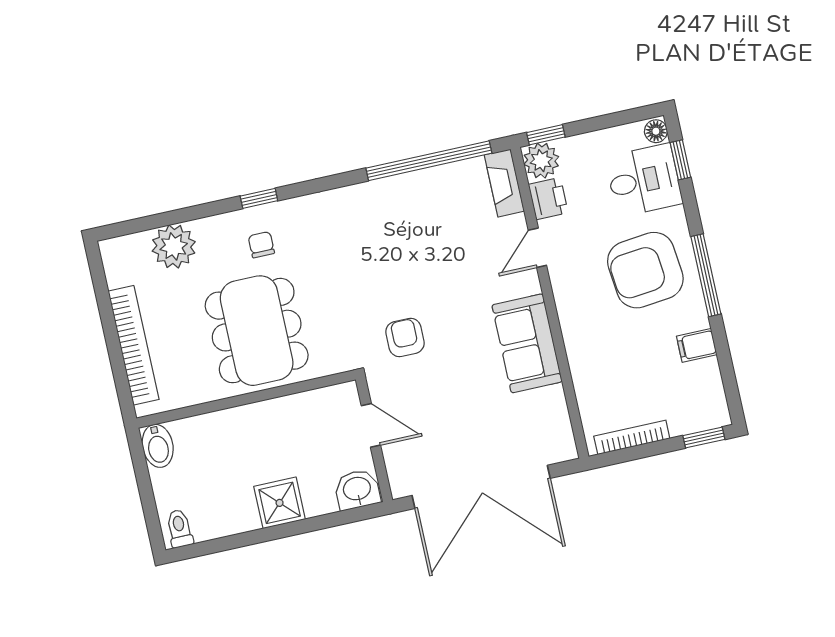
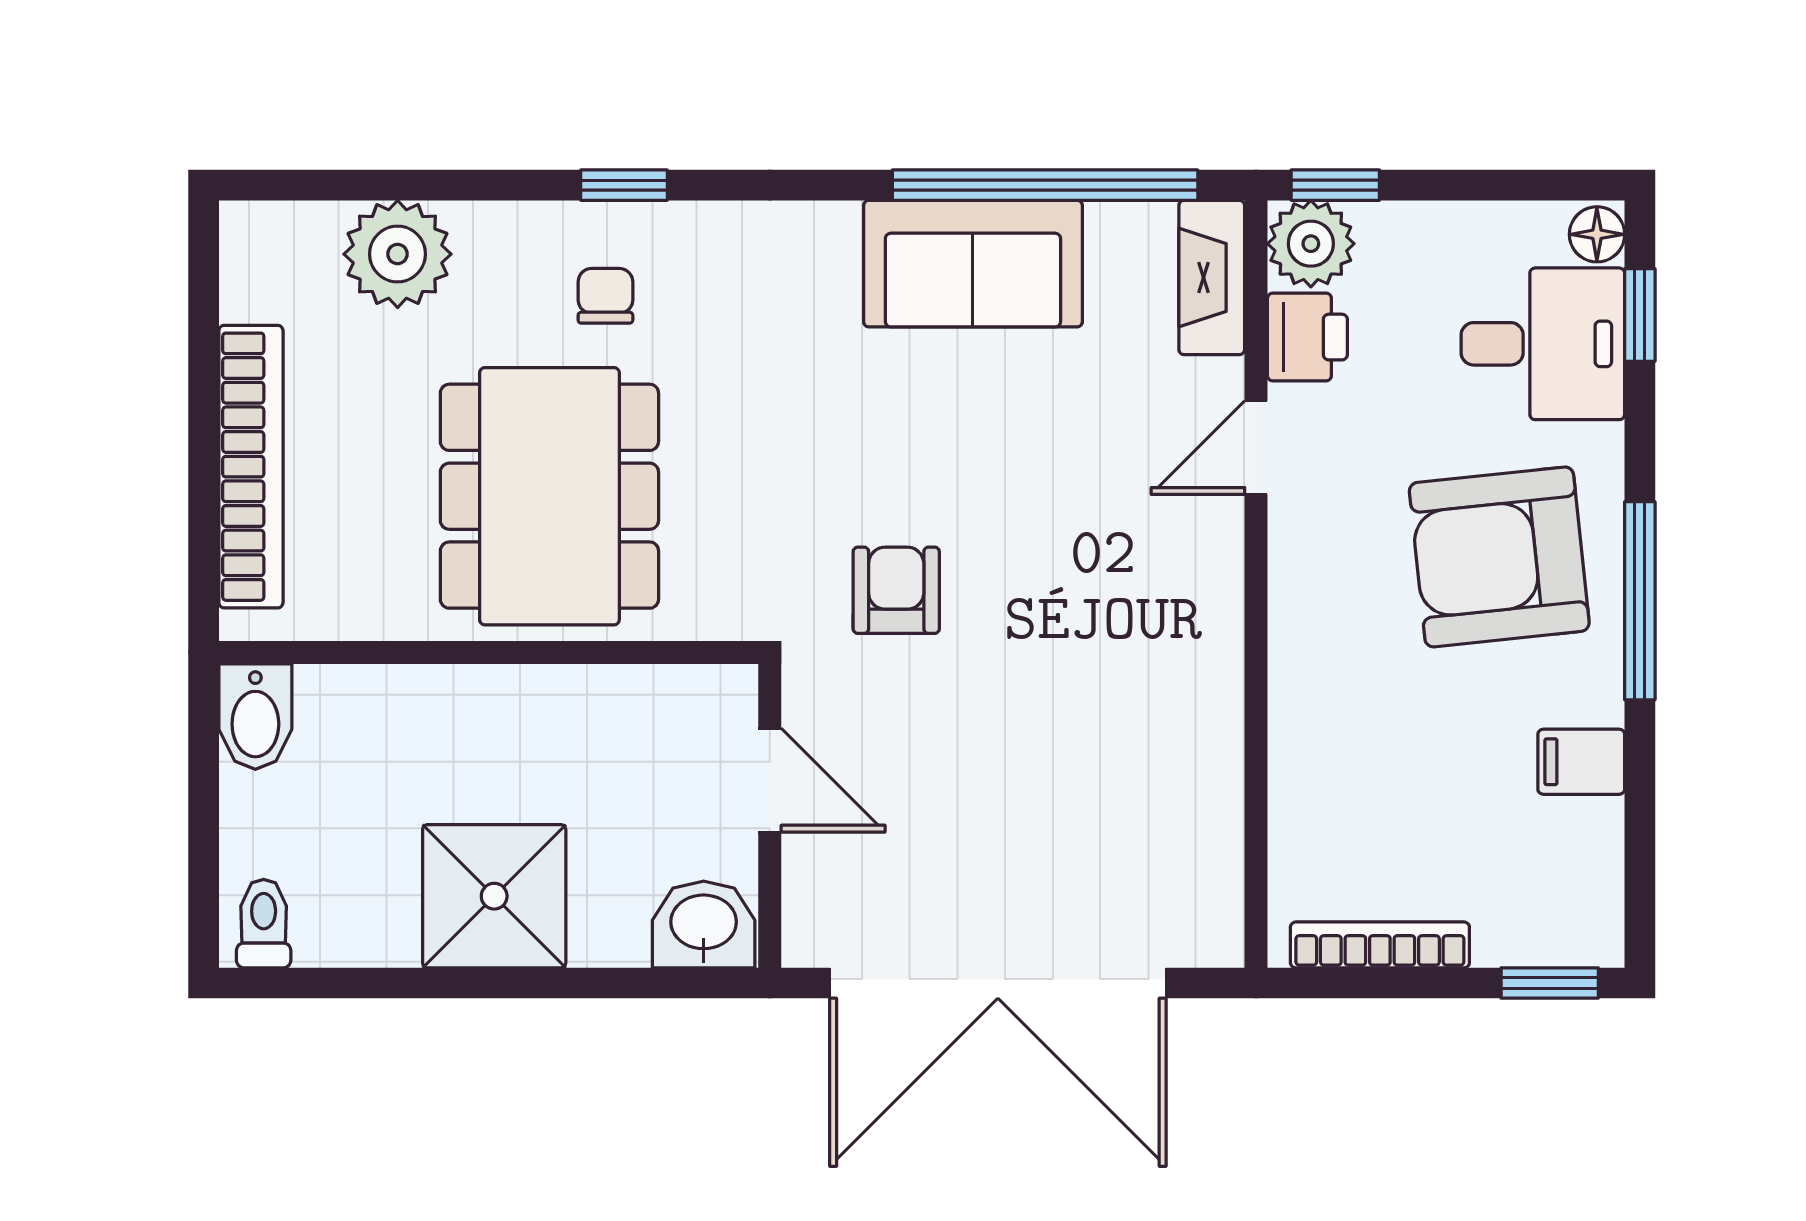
sofa: (527, 343) -> (973, 264), moved, turned -90
shower: (280, 503) -> (494, 896), width x1.36, depth x1.36

